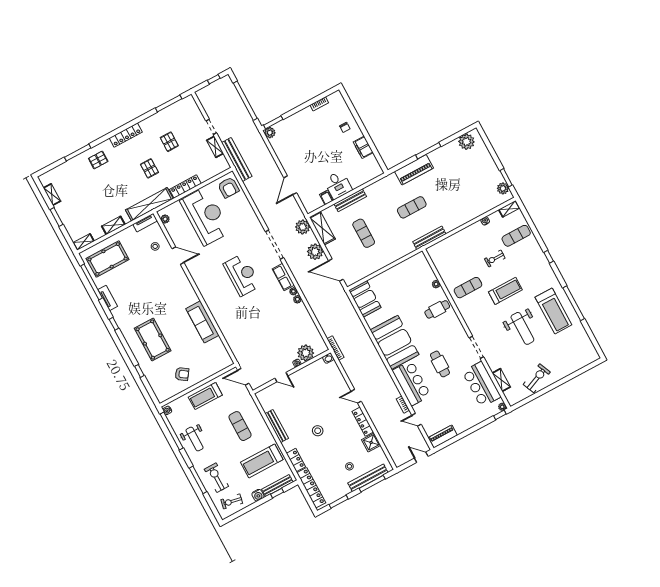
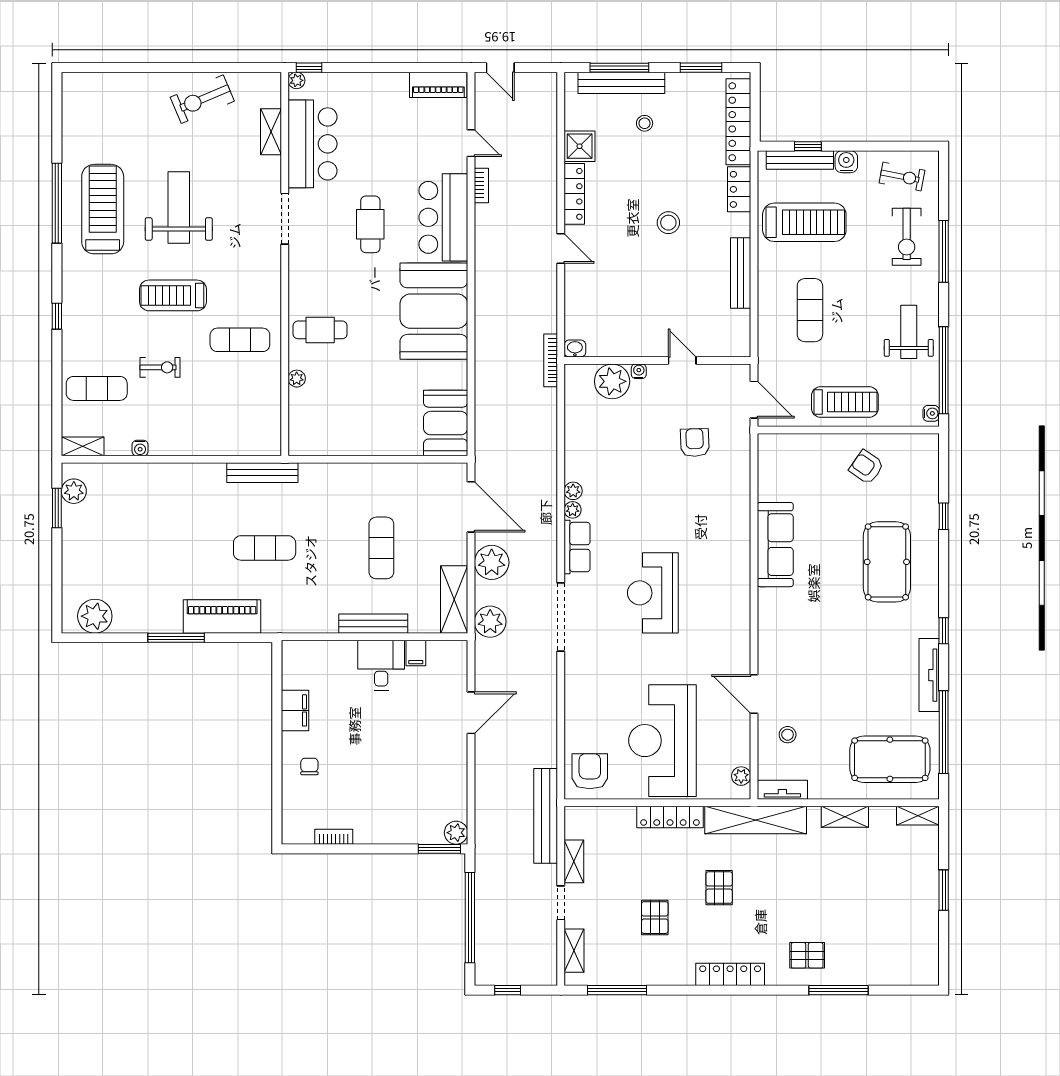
shelving: (52, 195) -> (574, 951), moved
tv unit: (108, 298) -> (929, 675), width x1.41
armchair: (258, 346) -> (695, 443), added

